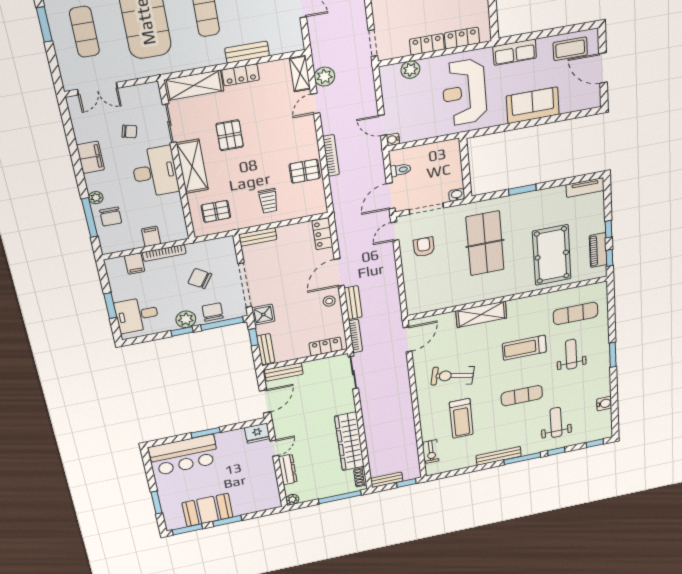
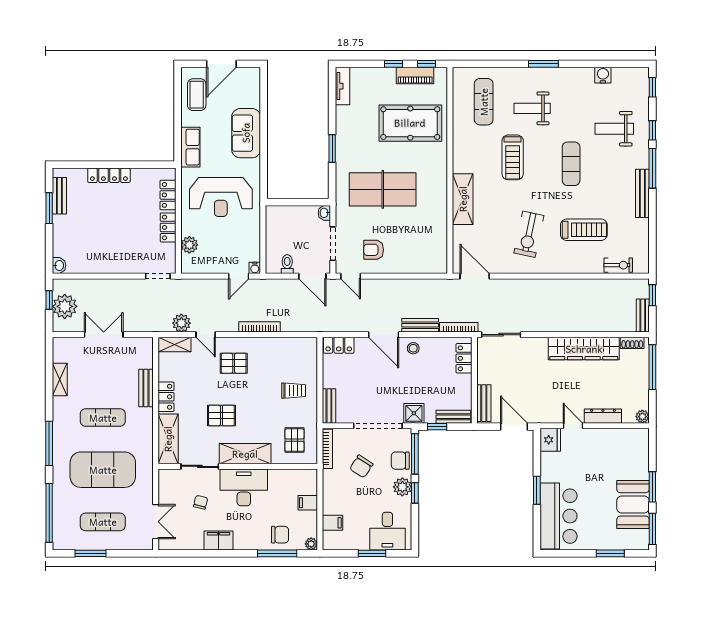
pallet: (305, 171) -> (234, 363), moved, turned 90
plant: (96, 198) -> (311, 544), moved
bookcase: (164, 253) -> (327, 449), moved

